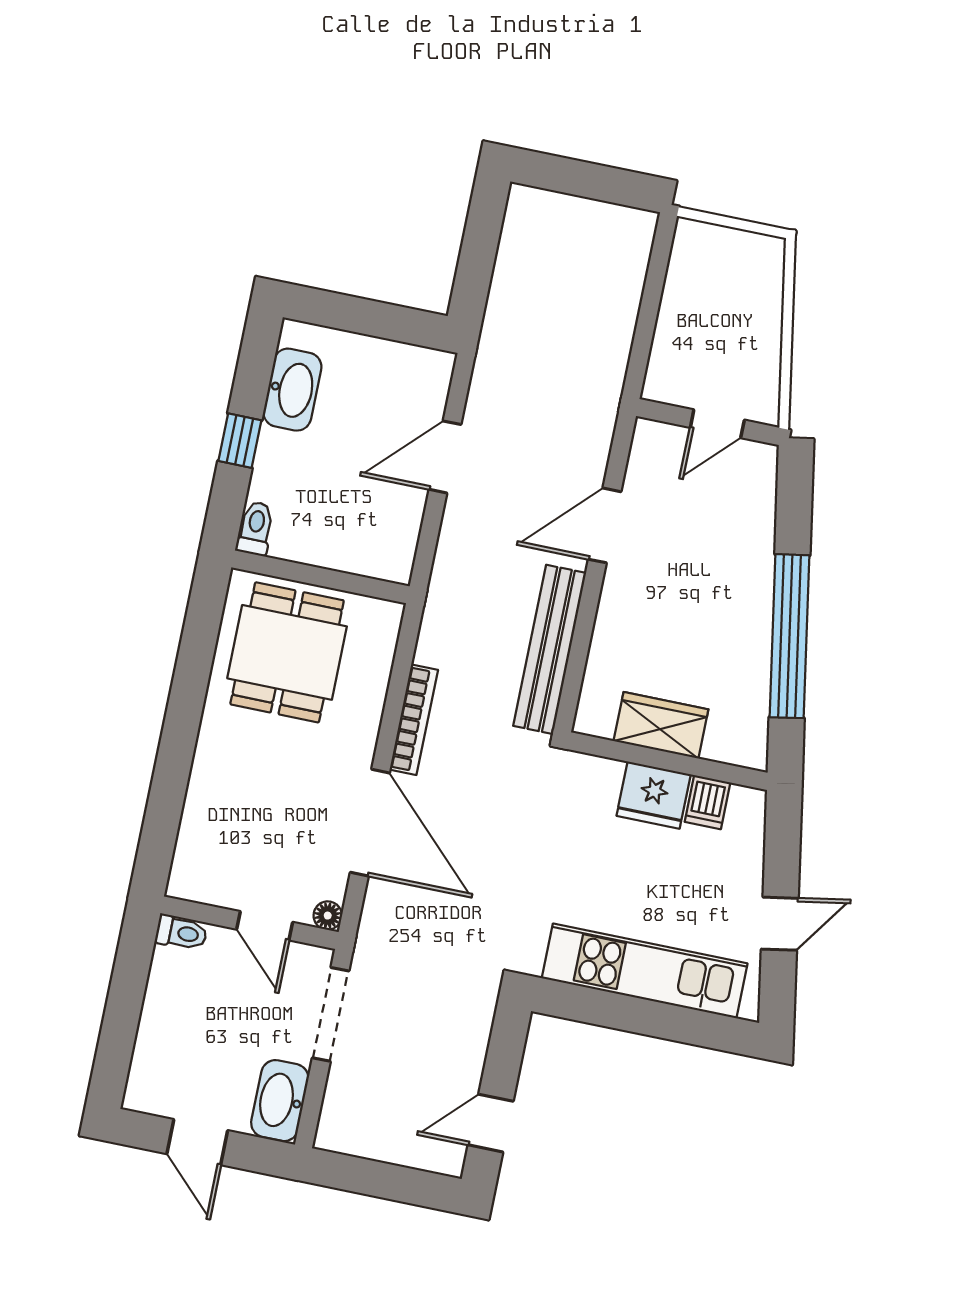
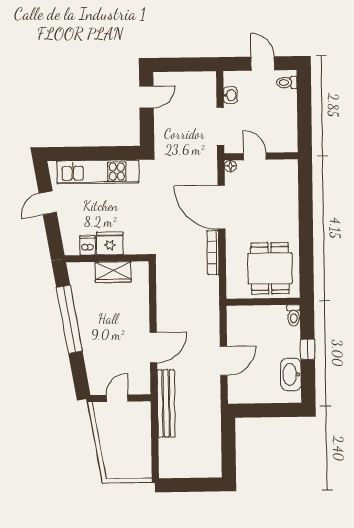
bench: (550, 649) -> (166, 403), moved
toilet: (181, 933) -> (287, 82), moved
washbasin: (280, 1101) -> (230, 95), width x0.52, depth x0.69

